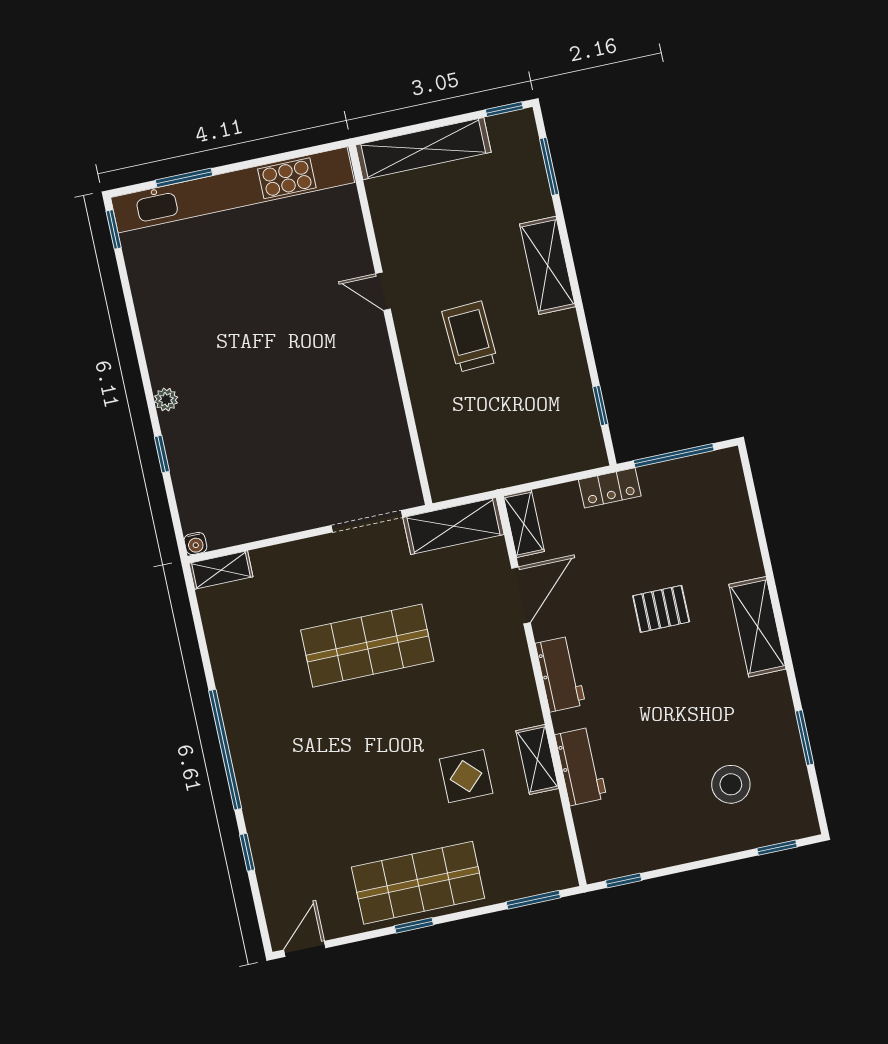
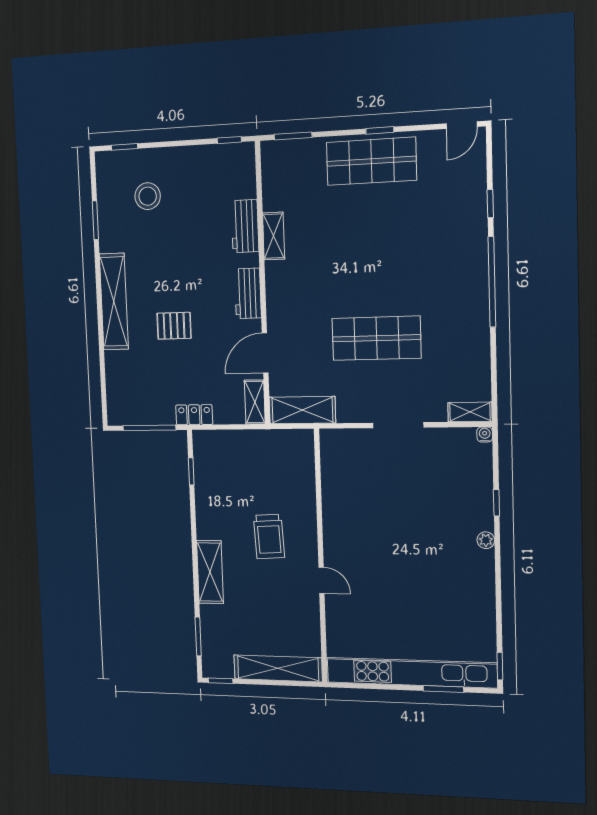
doorway: (367, 521) -> (398, 425), moved
shelving: (757, 627) -> (114, 302), width x1.47
display table: (466, 776) -> (324, 233), removed

